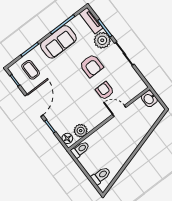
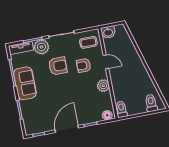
coffee table: (31, 70) -> (88, 42), moved
door: (34, 105) -> (67, 129), hinge flipped
door: (119, 111) -> (106, 62), swing flipped
plant: (81, 131) -> (103, 86), moved

